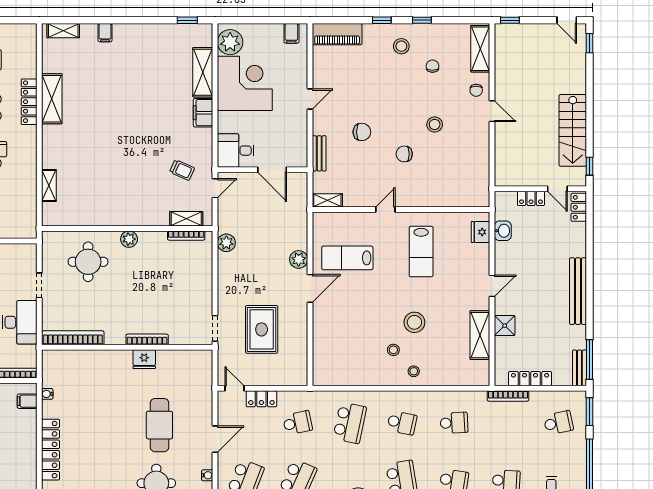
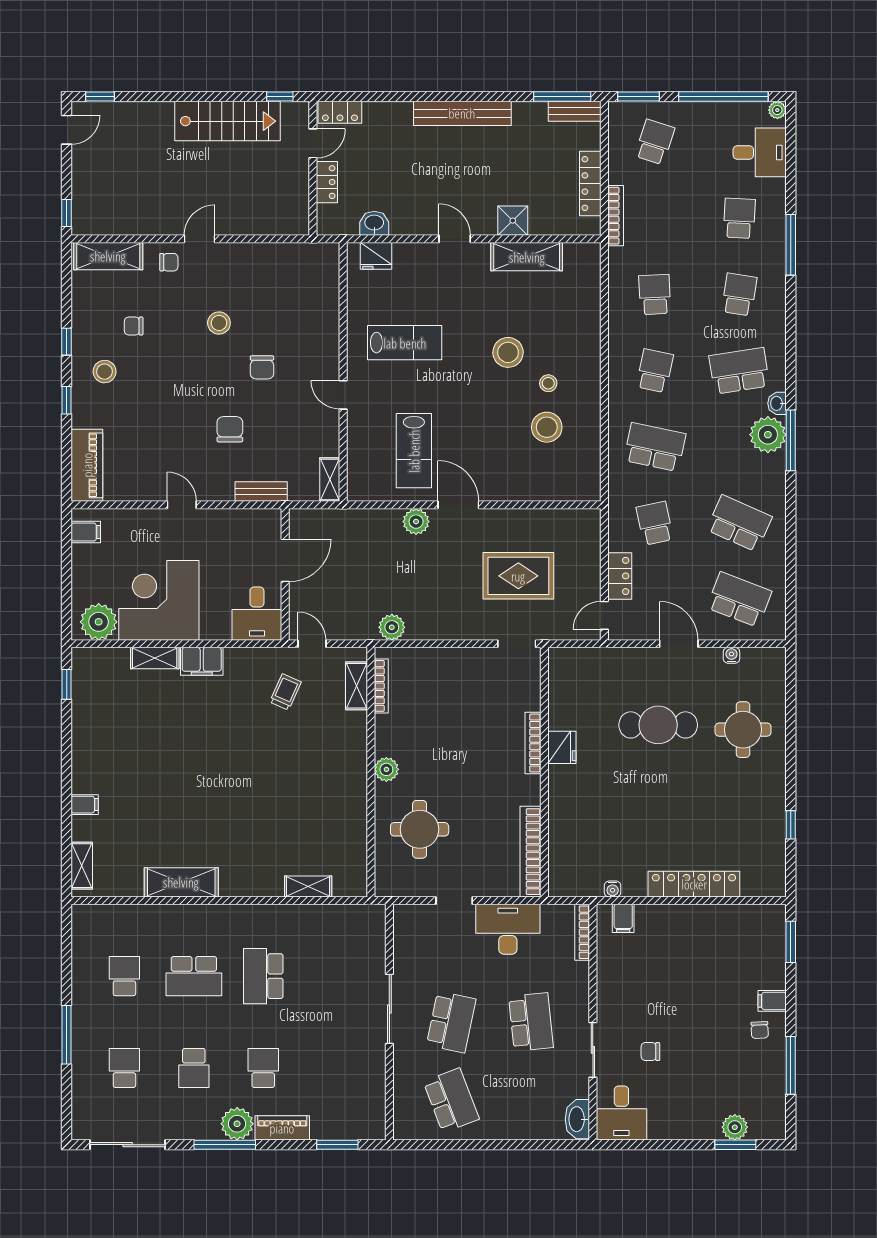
shelving: (203, 72) -> (155, 658), width x0.67, depth x0.75
locker: (29, 102) -> (186, 915), removed
stool: (414, 371) -> (547, 427), moved, width x1.89, depth x1.89
school desk: (558, 423) -> (655, 142), turned 30

